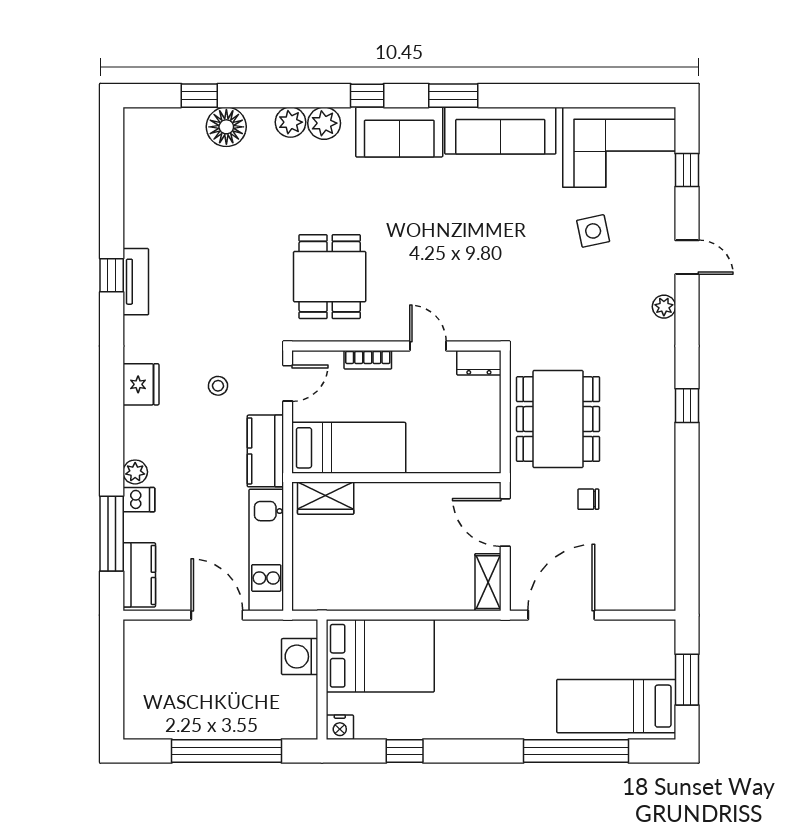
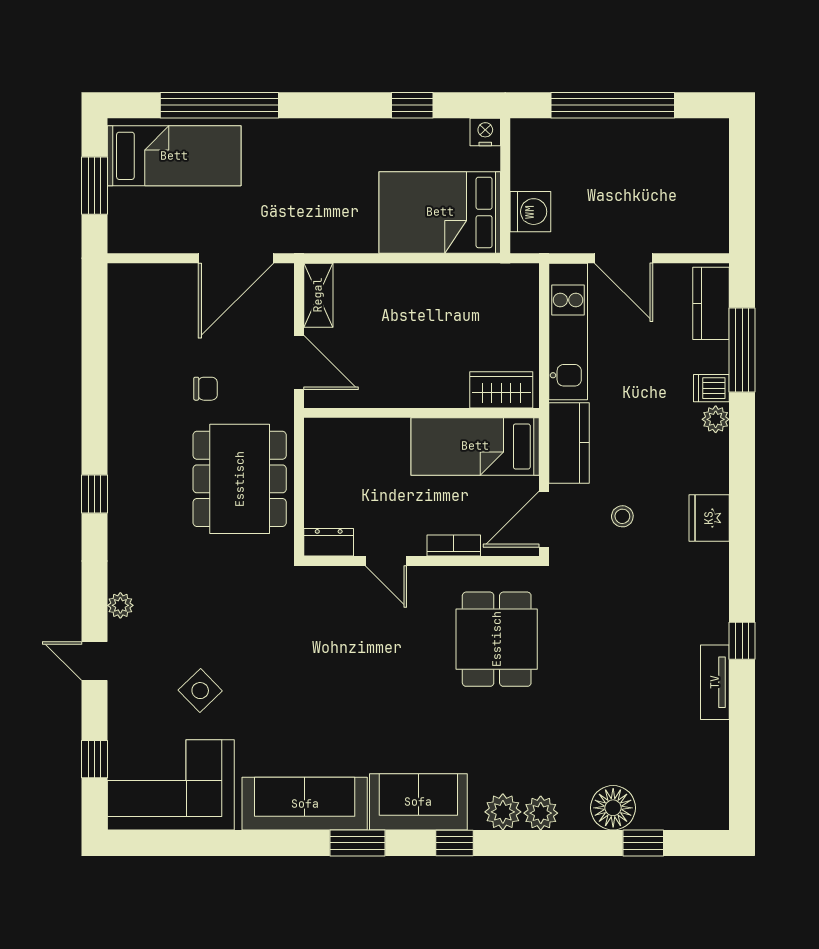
side table: (593, 231) -> (200, 691), turned -32
tv unit: (136, 282) -> (715, 682), moved
door: (288, 383) -> (544, 519), width x1.38

